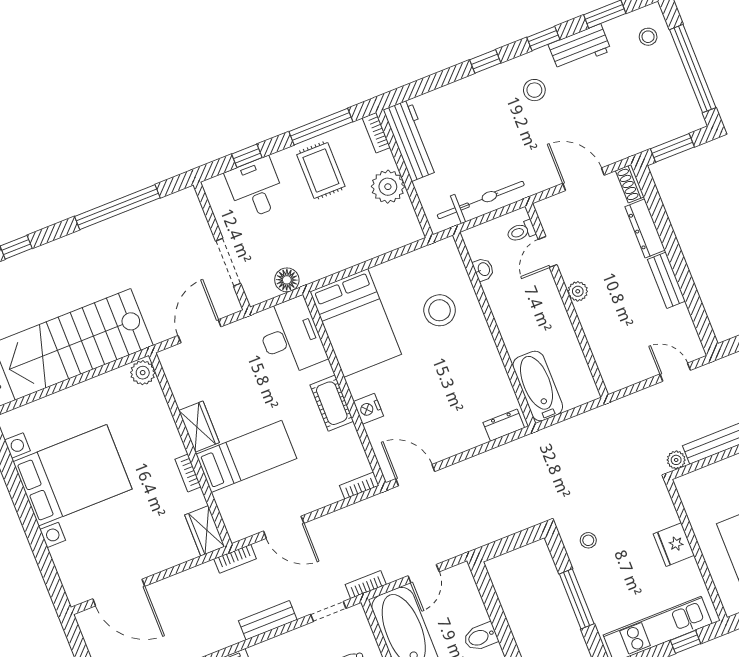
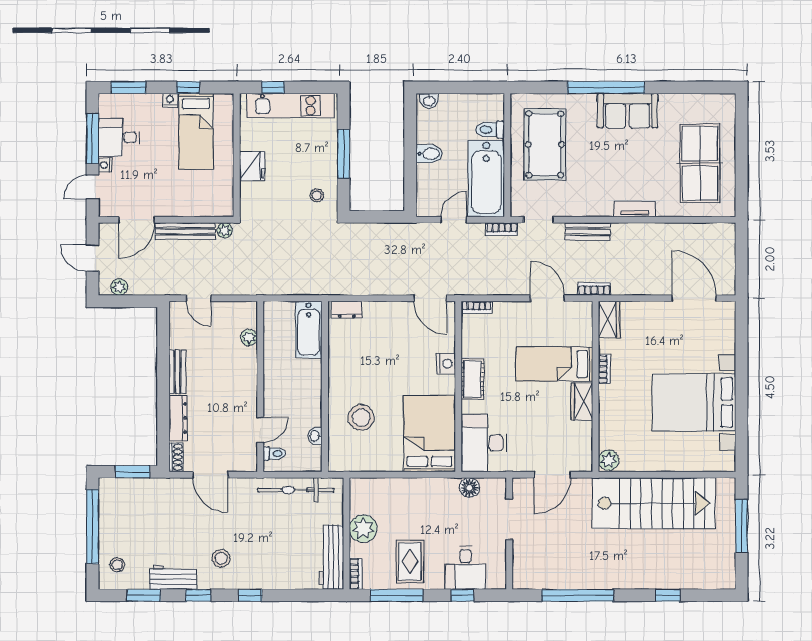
plant: (578, 291) -> (249, 337), moved

